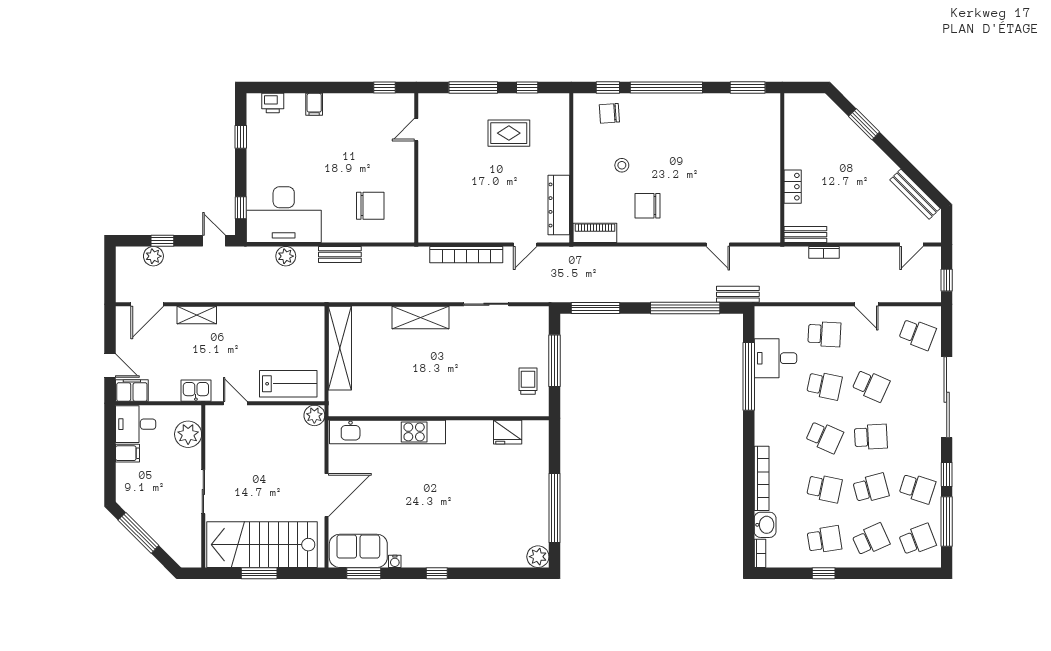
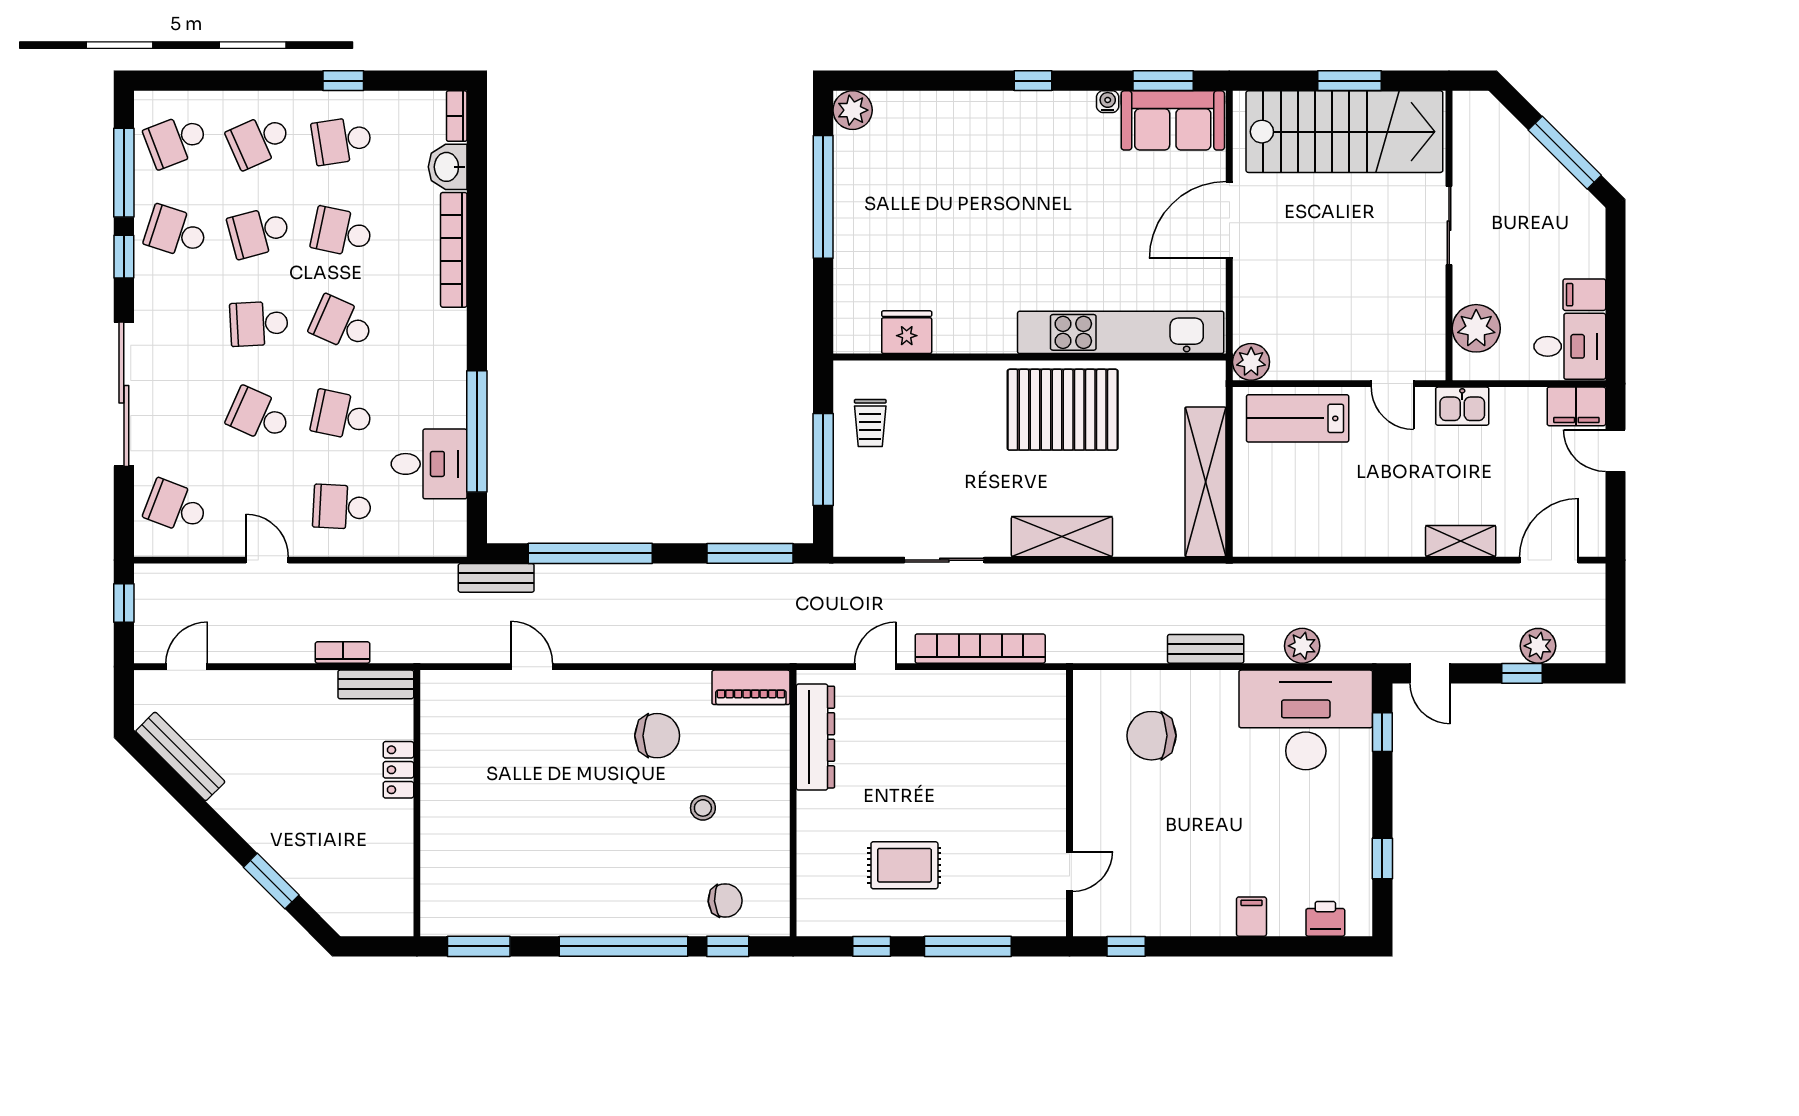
pallet: (420, 389) -> (1063, 410), added

